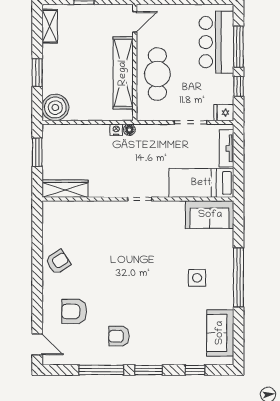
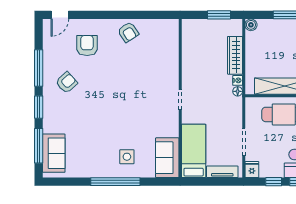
boiler: (55, 107) -> (251, 25), width x0.54, depth x0.54
wardrobe: (65, 189) -> (235, 55), moved, turned 180
side table: (197, 278) -> (127, 157), moved
sofa: (220, 333) -> (54, 153), moved, turned 90
armchair: (119, 336) -> (67, 83), turned 48
window: (195, 370) -> (39, 146), width x2.17

